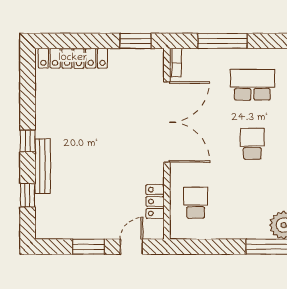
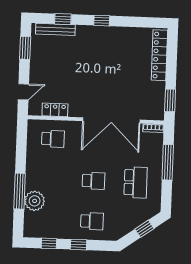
bench: (43, 166) -> (55, 29), moved
window: (88, 247) -> (25, 48), moved
door: (131, 247) -> (23, 92), hinge flipped

